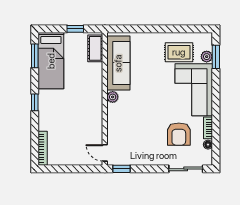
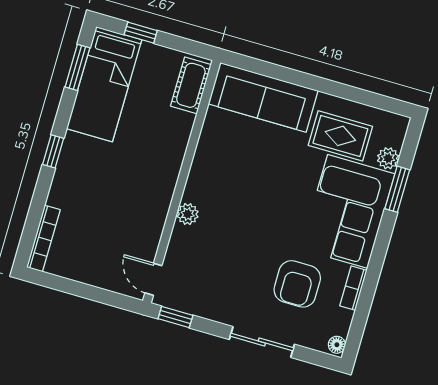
window: (75, 29) -> (141, 33), moved
window: (216, 57) -> (397, 189), moved
sofa: (118, 63) -> (263, 97), moved, turned 90
plant: (113, 97) -> (188, 214), moved
floor lamp: (208, 145) -> (337, 345), moved
sliding door: (186, 169) -> (262, 342), moved

